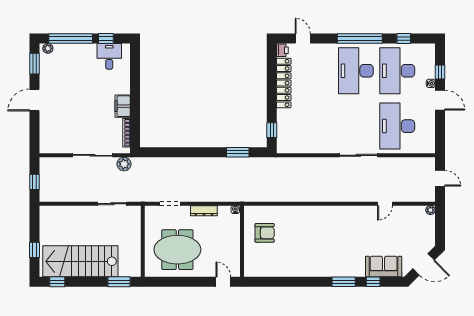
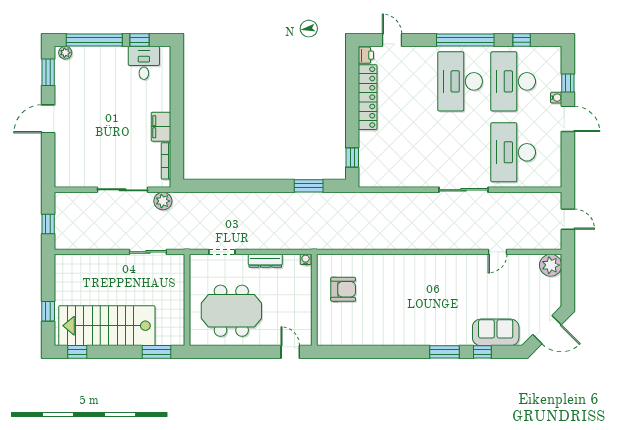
plant: (430, 210) -> (551, 265), width x1.88, depth x1.88

